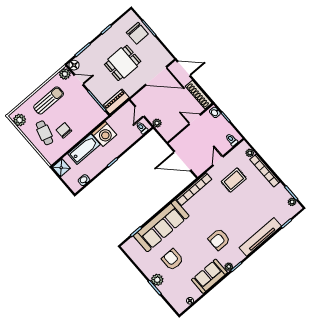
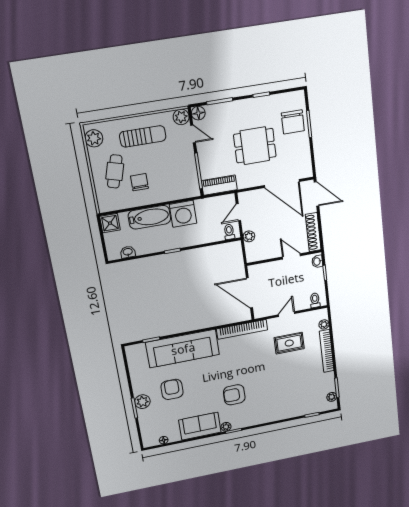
tv unit: (260, 237) -> (277, 414), removed

